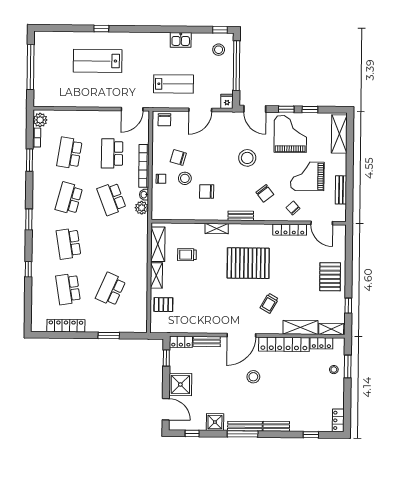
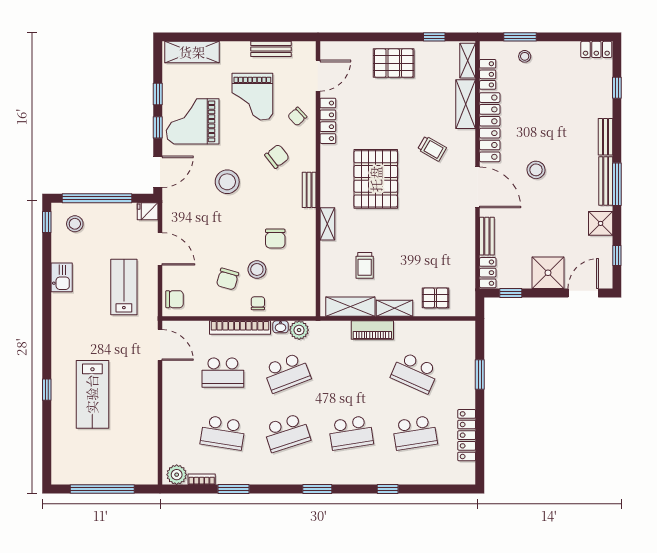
school desk: (69, 198) -> (287, 433), turned -33
piano: (141, 260) -> (372, 330), added
pallet: (163, 305) -> (435, 298), turned 90

